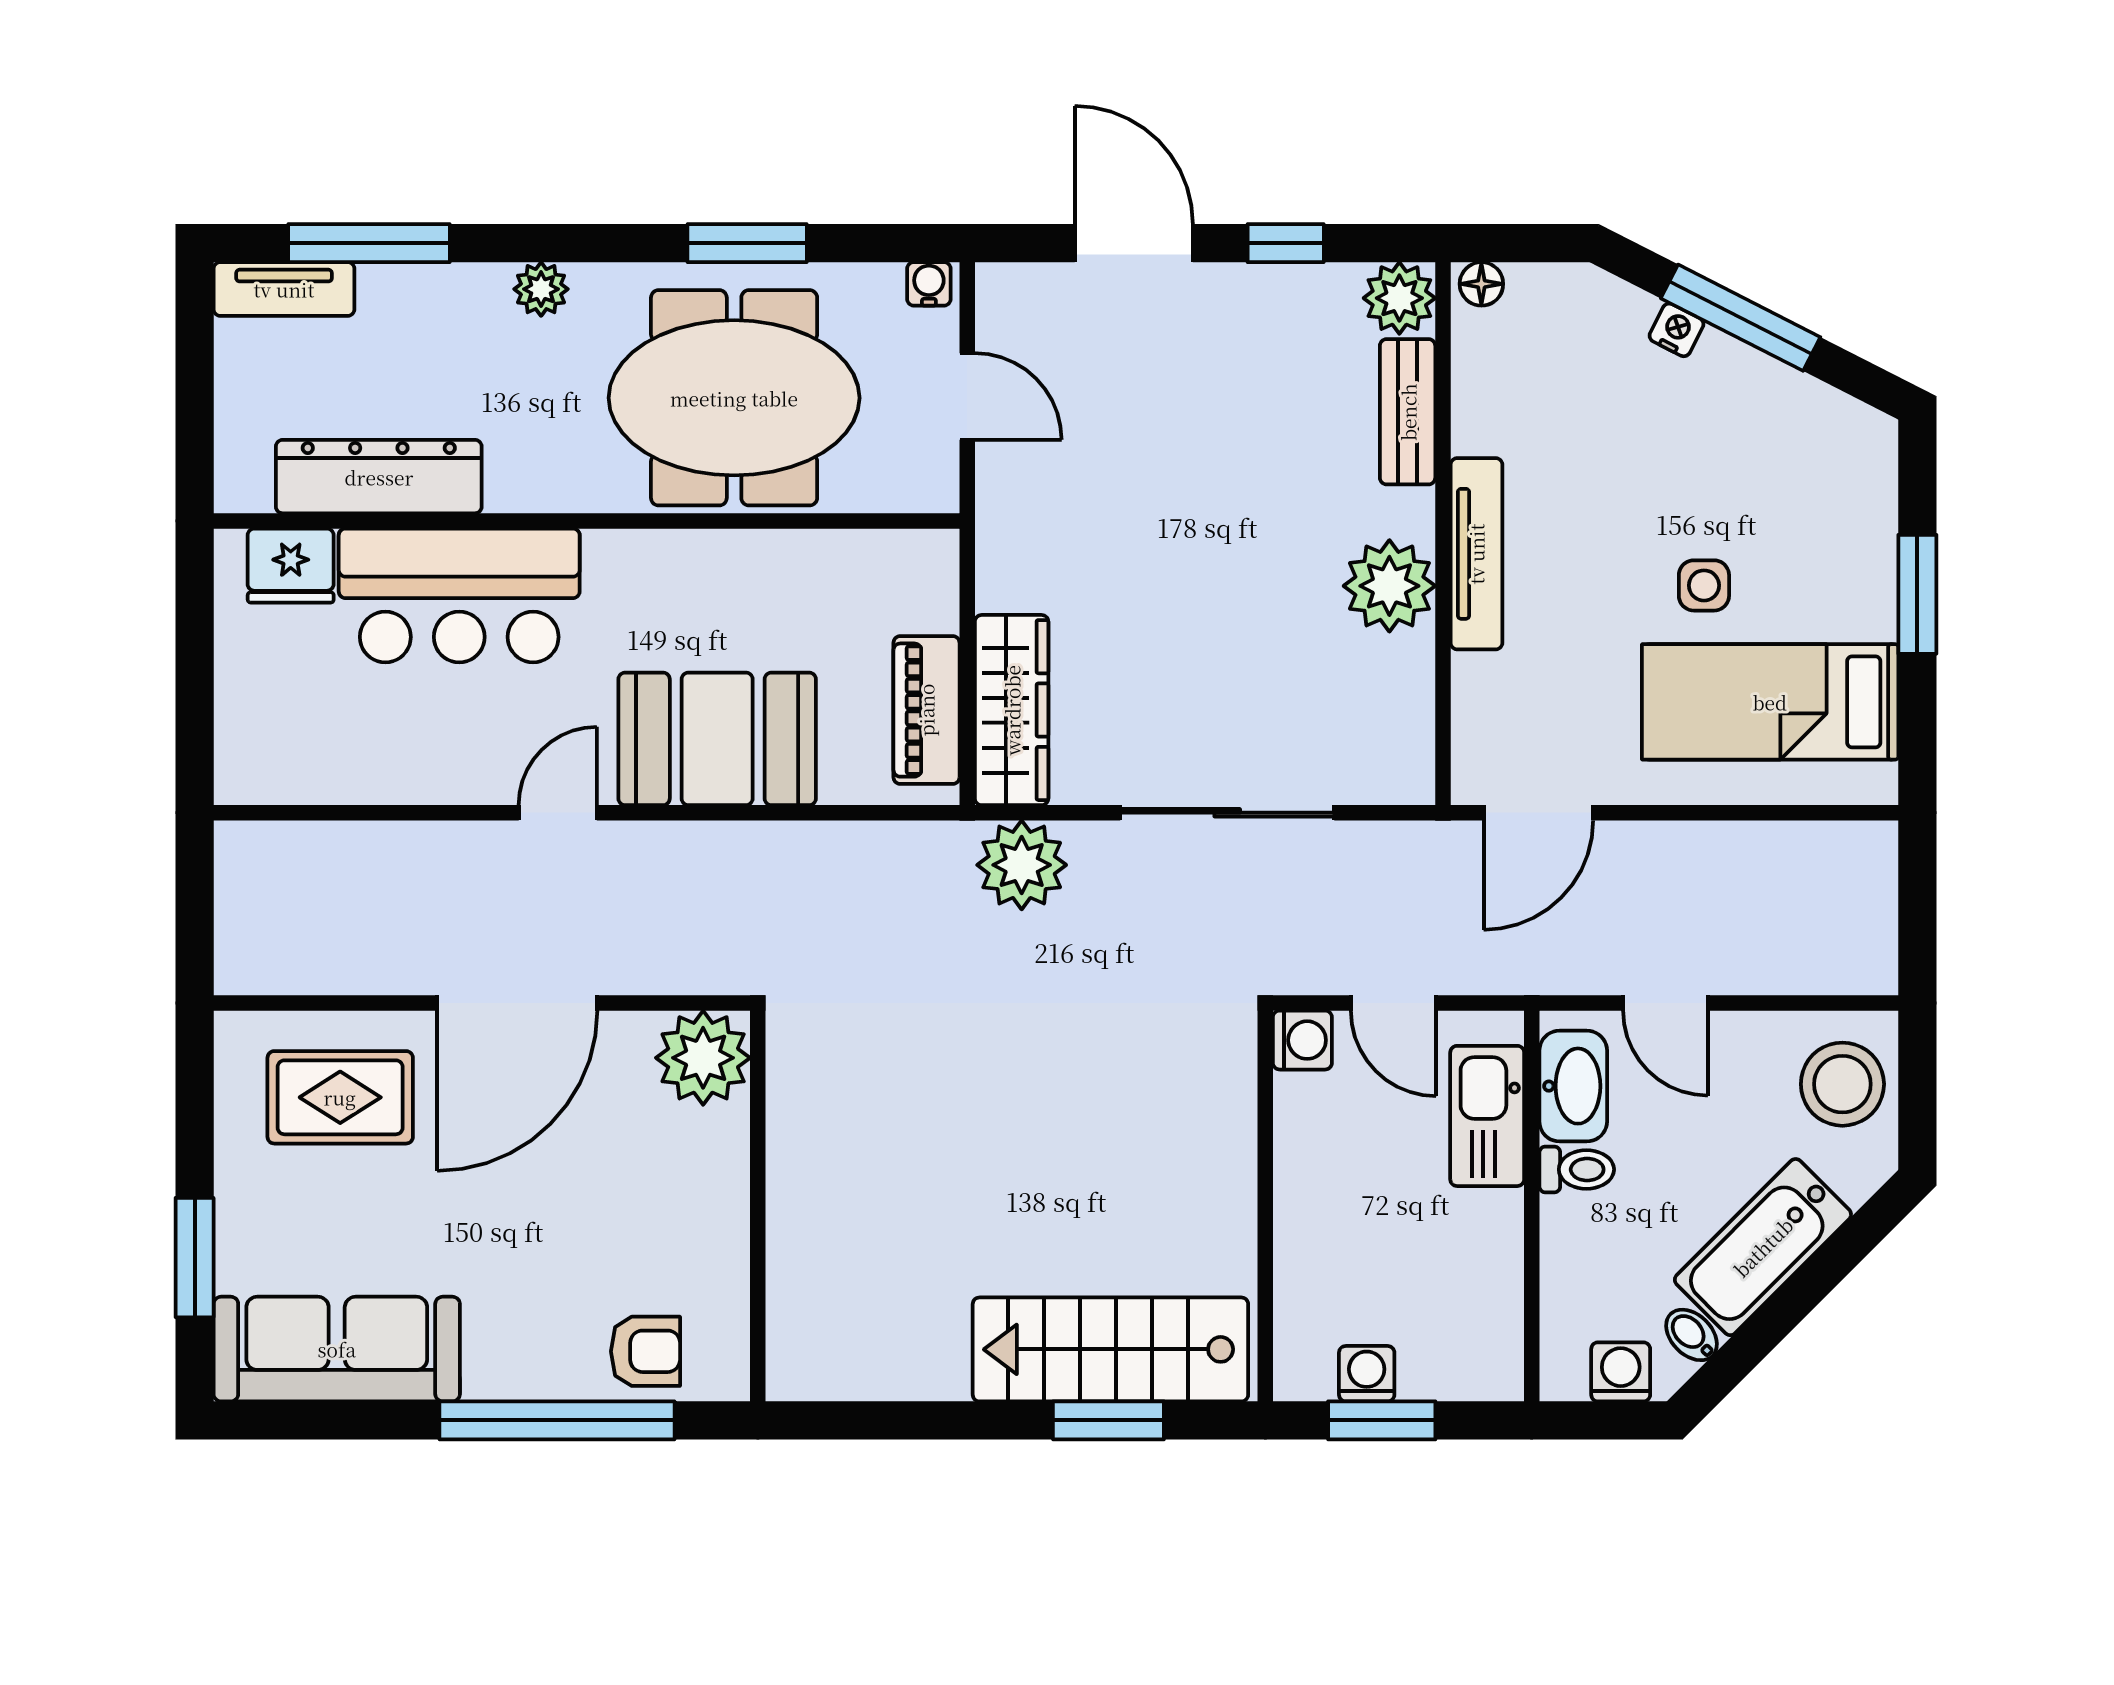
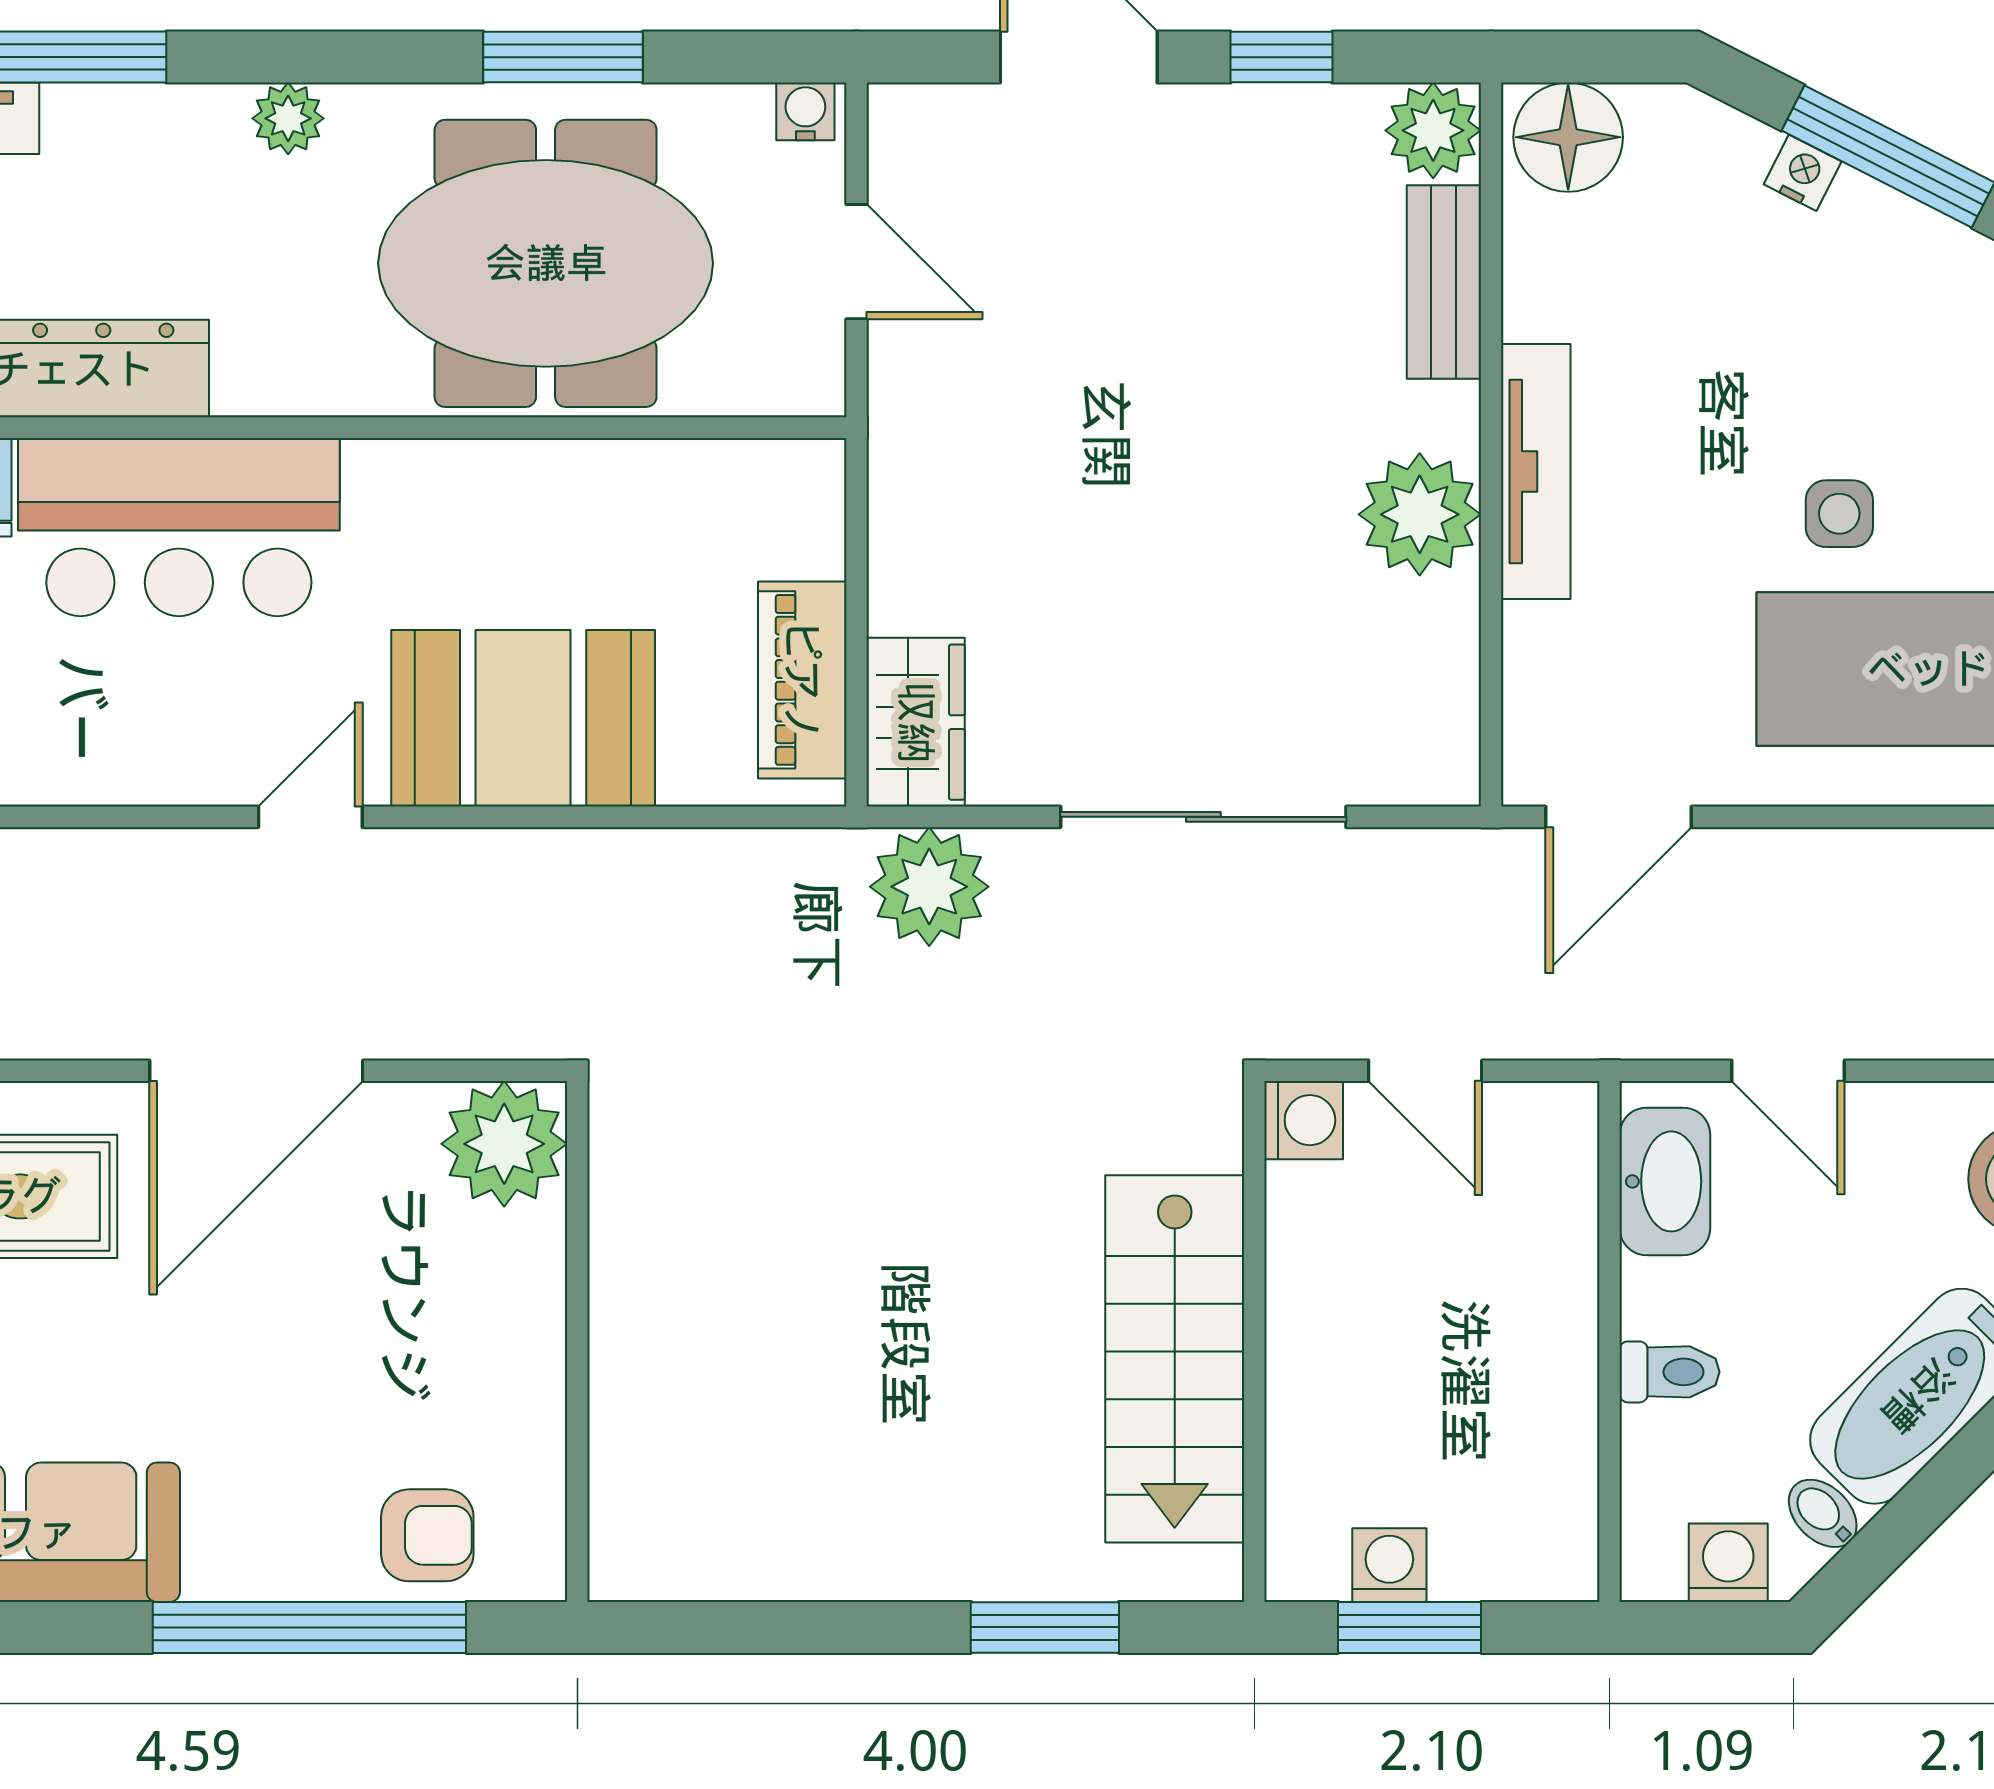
floor lamp: (1481, 284) -> (1568, 137), width x1.89, depth x1.89
wardrobe: (1012, 710) -> (916, 722), width x0.67
kitchen sink: (1487, 1116) -> (1550, 1221), removed
toilet: (1577, 1169) -> (1670, 1372), moved
stairs: (1110, 1349) -> (1175, 1359), moved, turned -90

